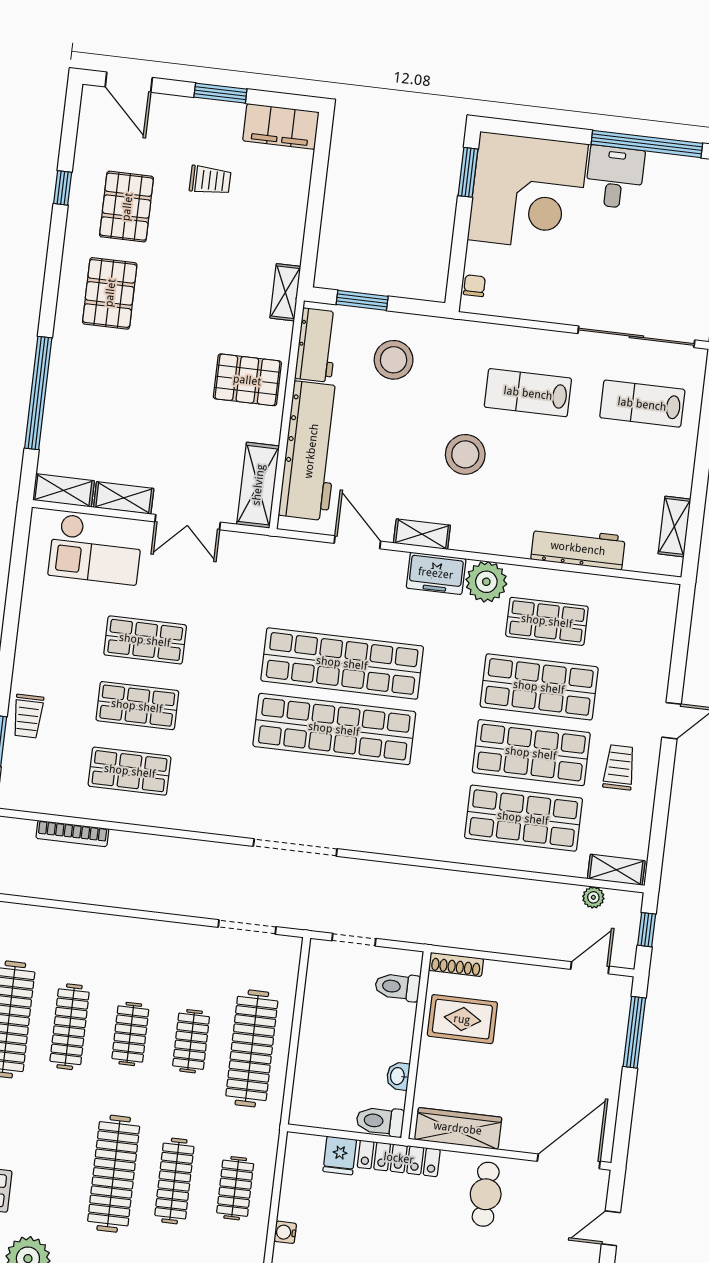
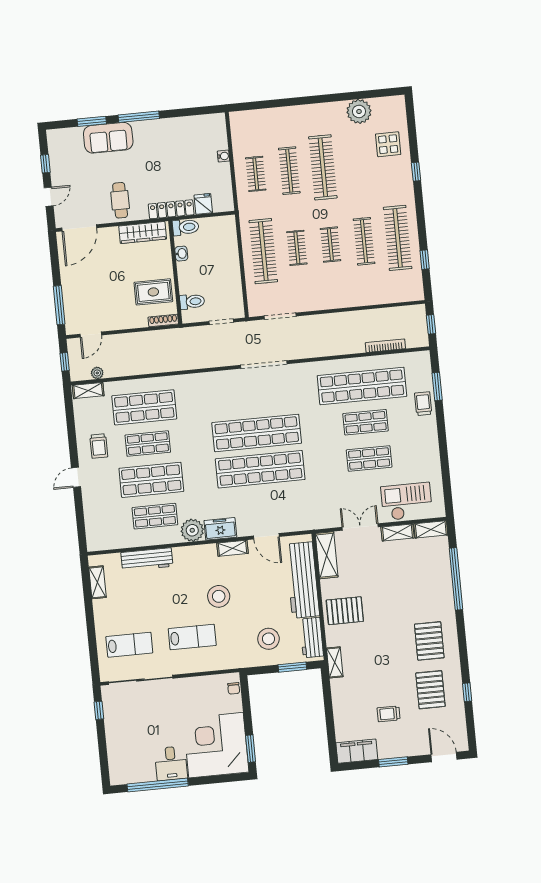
shop shelf: (531, 753) -> (148, 444), width x0.70, depth x0.74
shop shelf: (130, 771) -> (362, 386), width x2.00, depth x1.36

